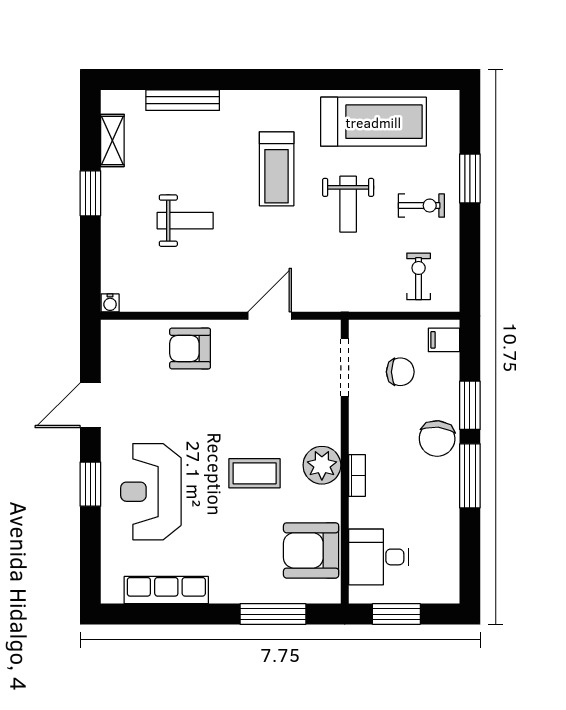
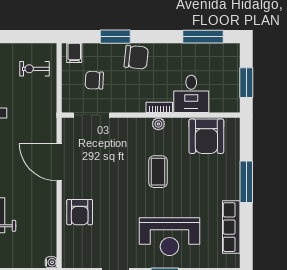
door: (270, 316) -> (59, 162), width x1.36
chair: (400, 372) -> (94, 80), turned -88
plant: (322, 465) -> (158, 124), width x0.53, depth x0.53
window: (470, 476) -> (203, 37), moved
desk: (379, 557) -> (191, 94), moved
window: (273, 614) -> (246, 182), moved

